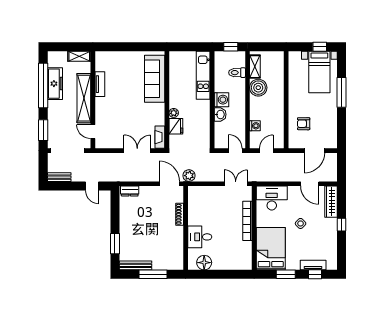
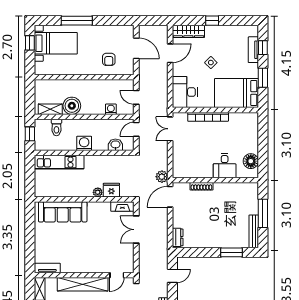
tv unit: (100, 84) -> (47, 268), moved
washbasin: (220, 114) -> (115, 145), moved

